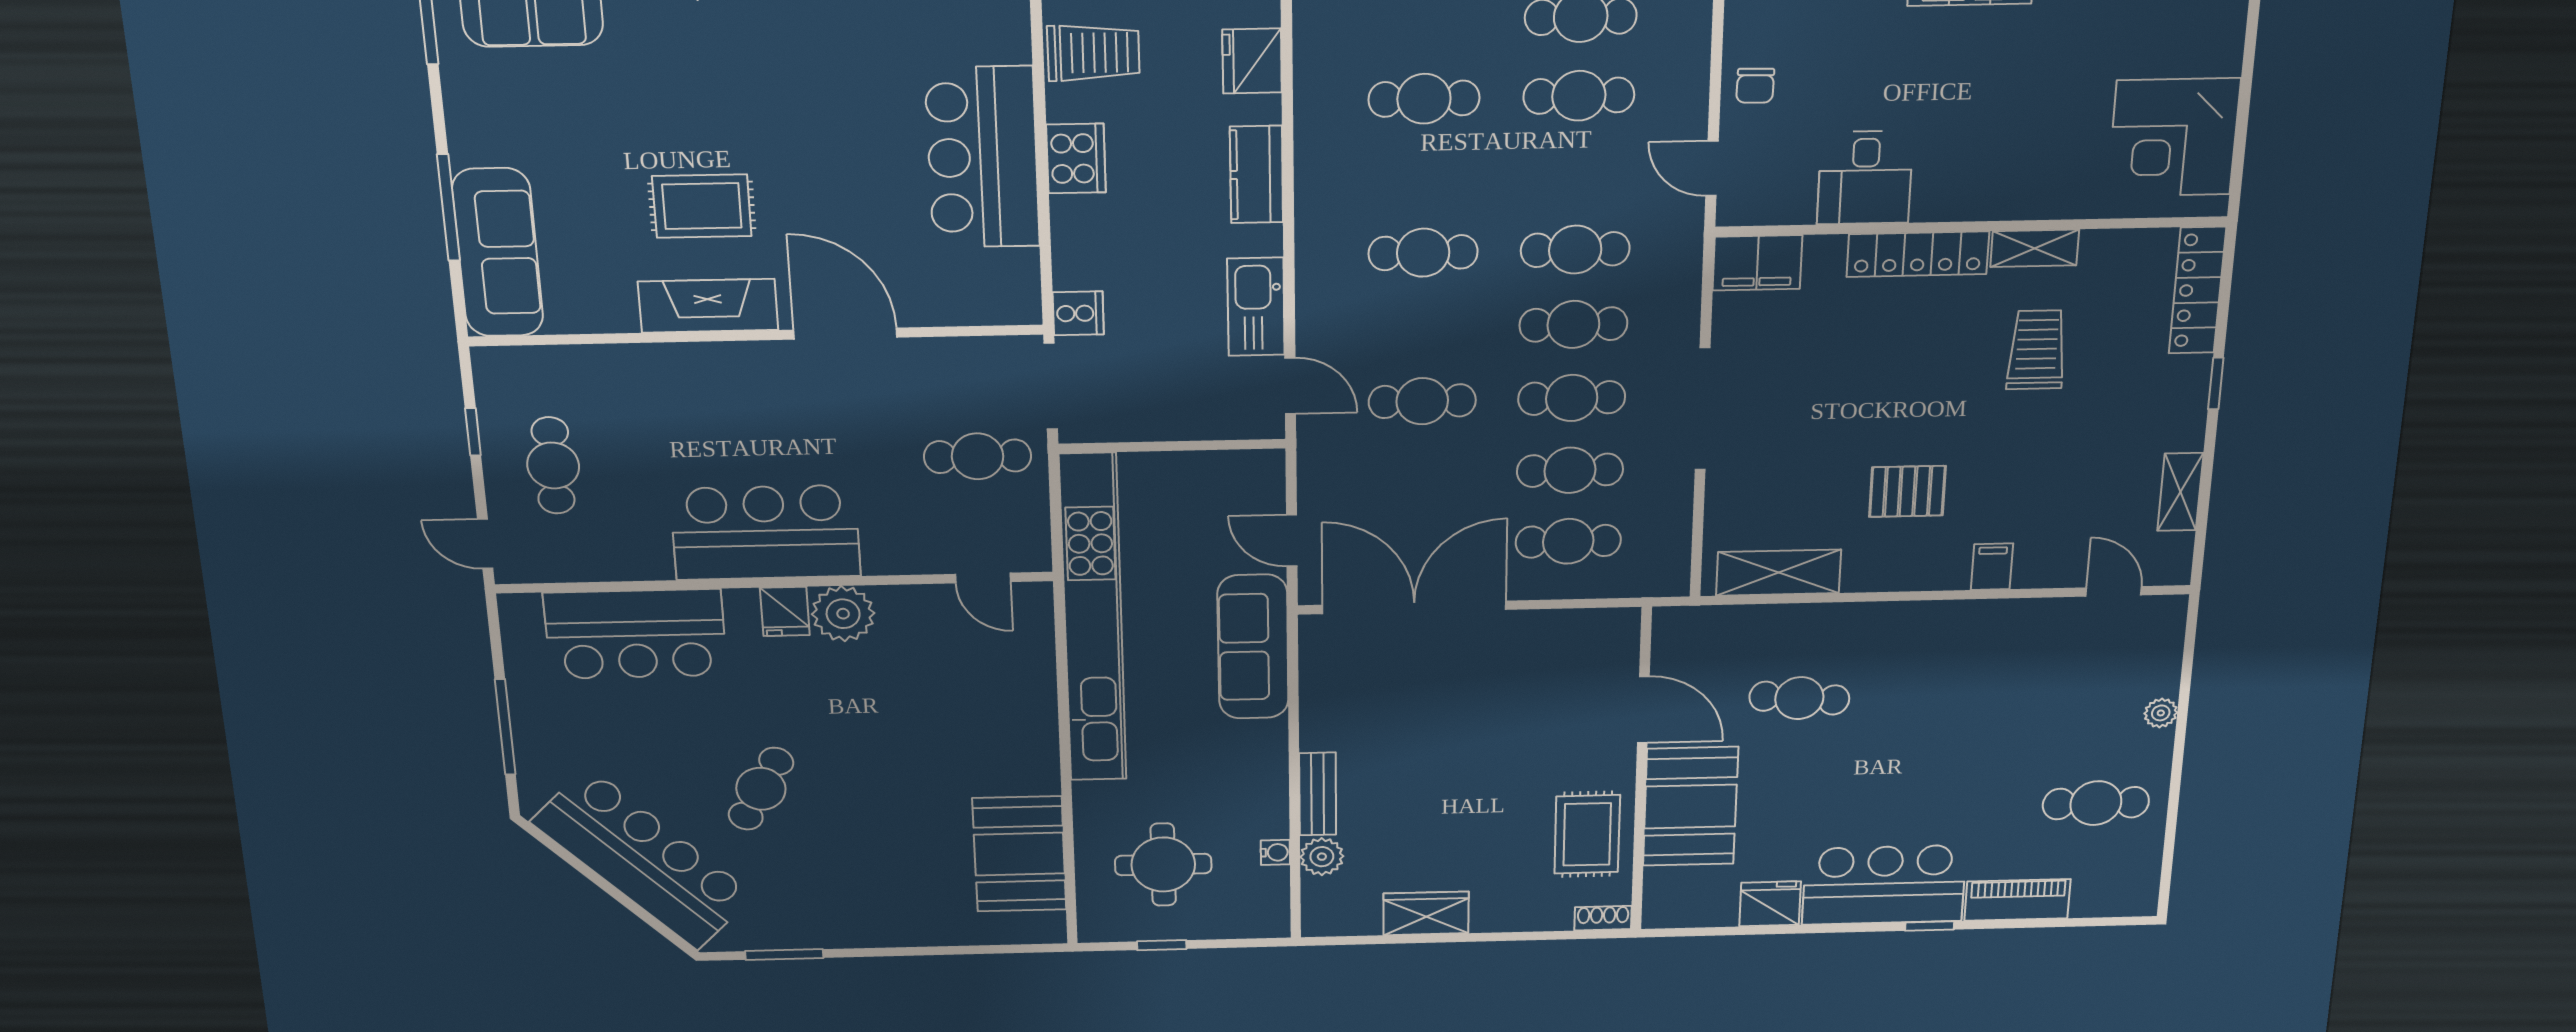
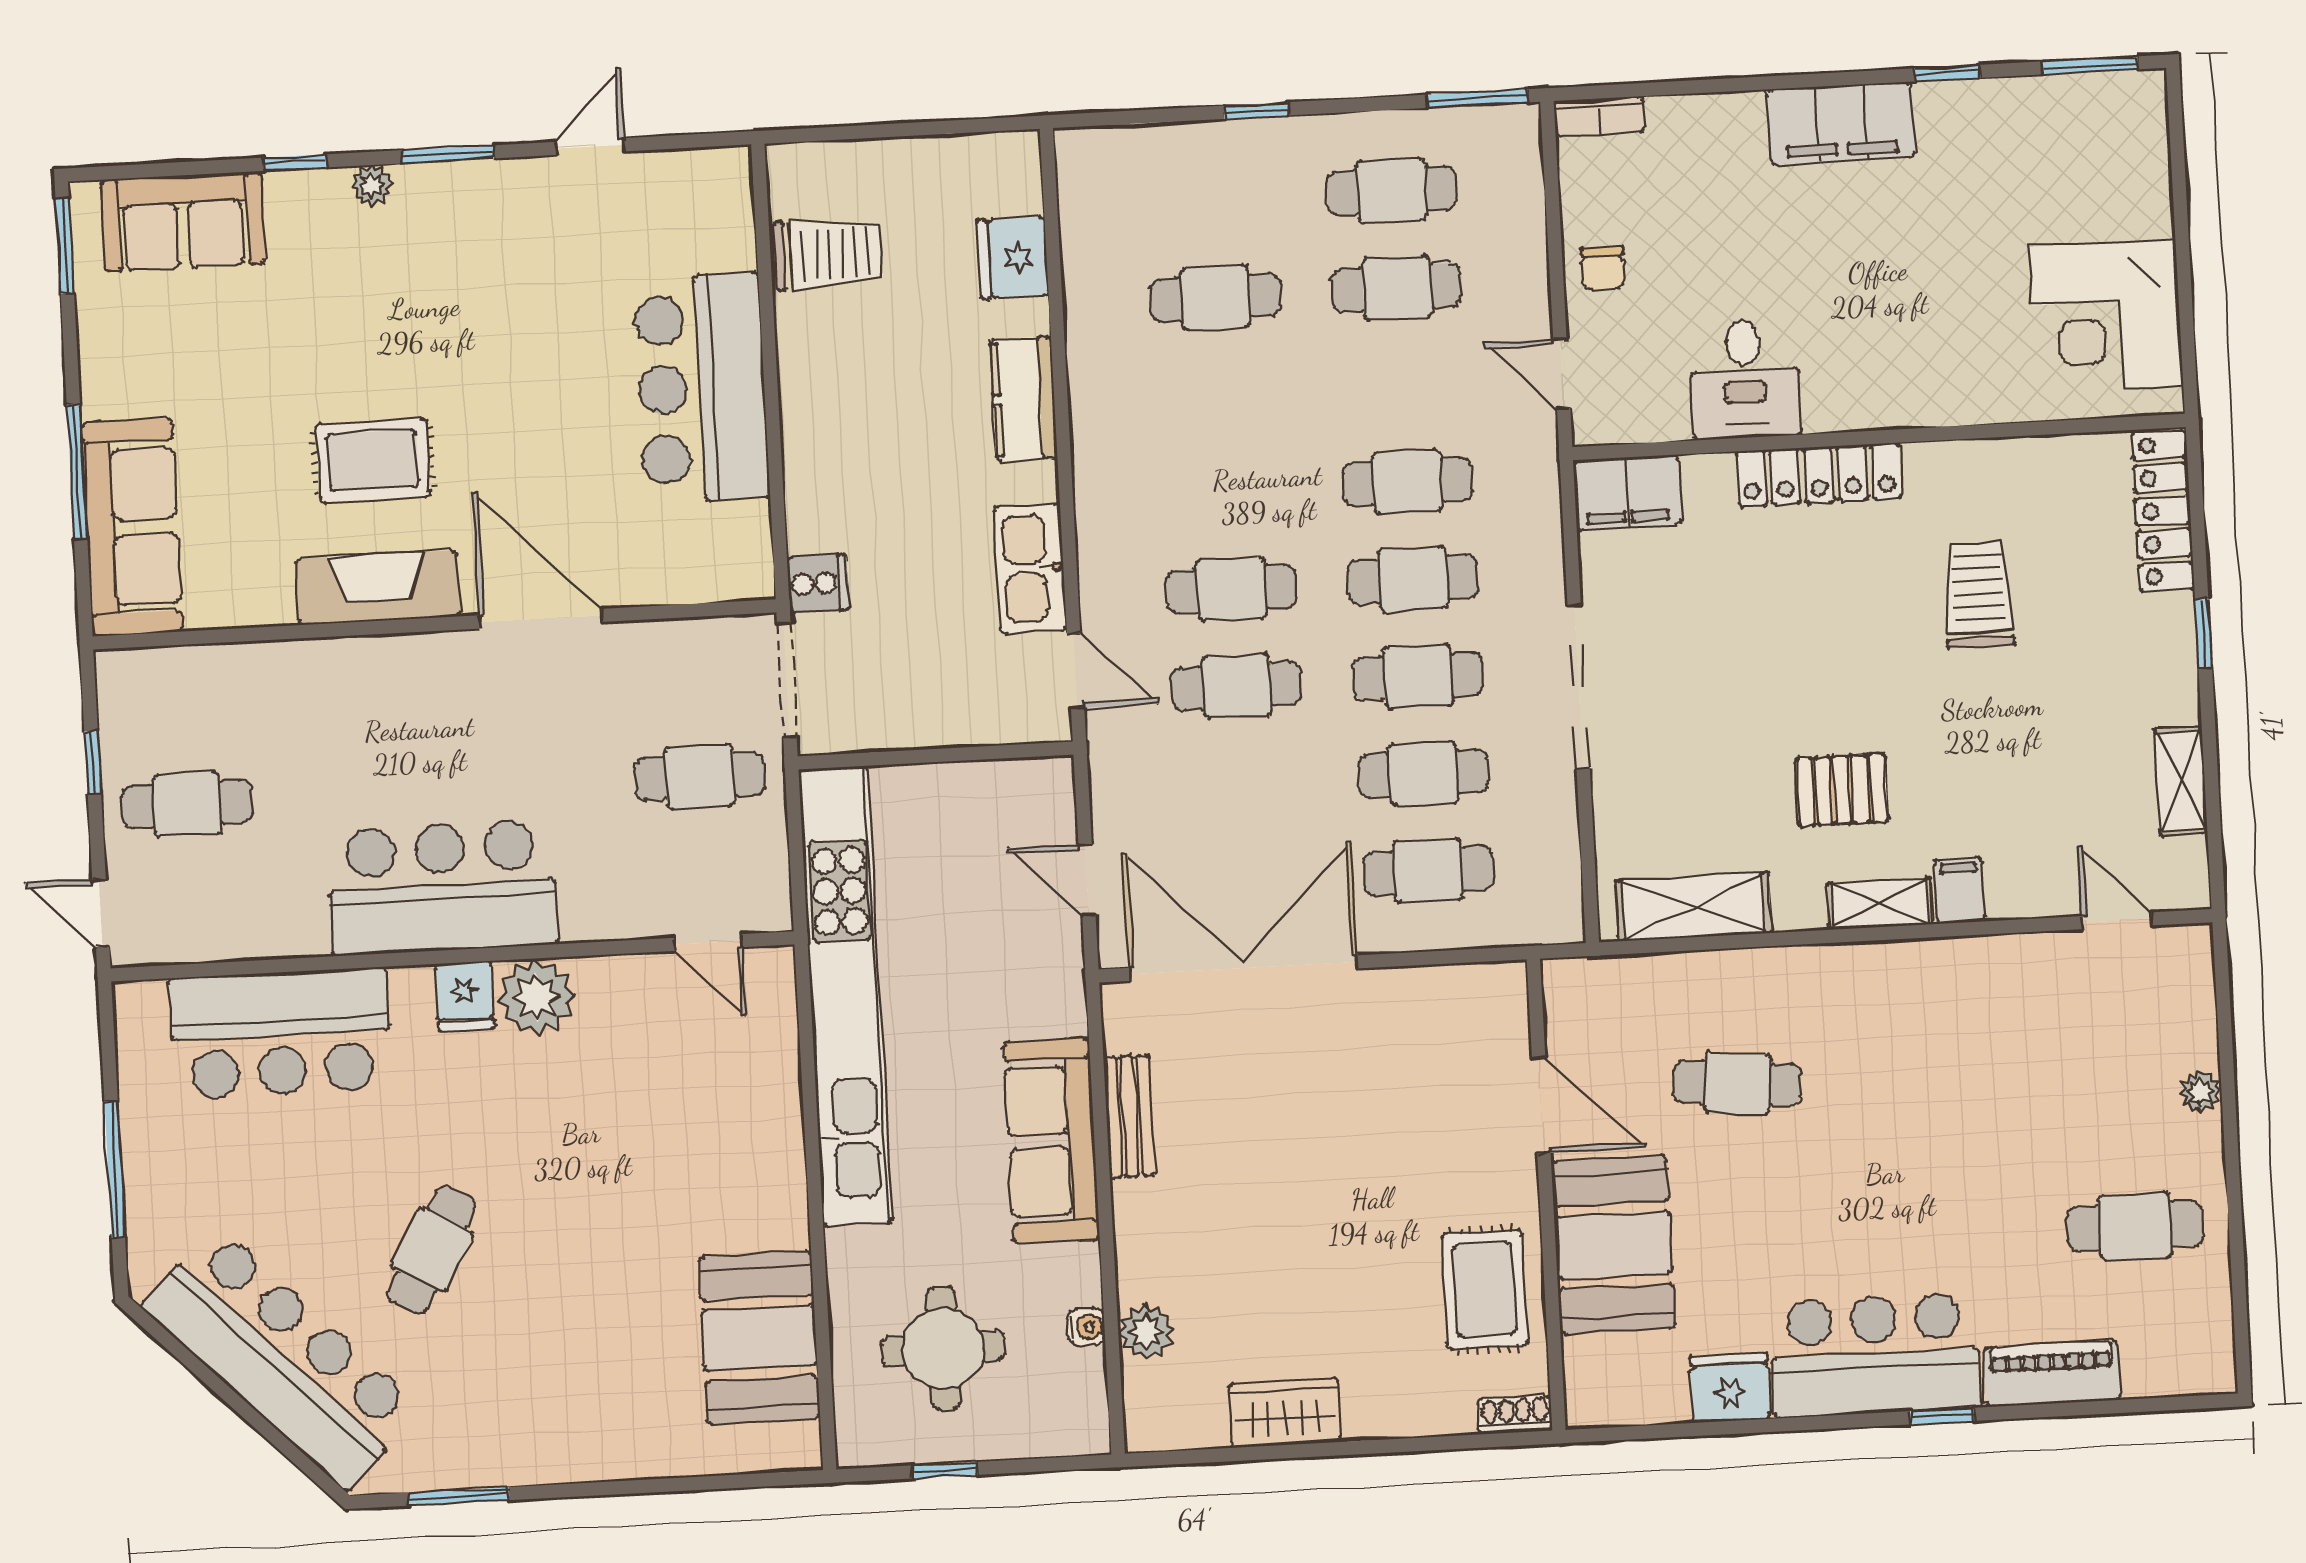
cooker: (1076, 158) -> (811, 386), removed
shelving: (2035, 248) -> (1880, 904), moved
cafe table: (1423, 253) -> (1231, 589), moved
cafe table: (553, 465) -> (187, 804), turned 90
sofa: (1253, 647) -> (1051, 1141), moved
bench: (1318, 794) -> (1129, 1116), moved

